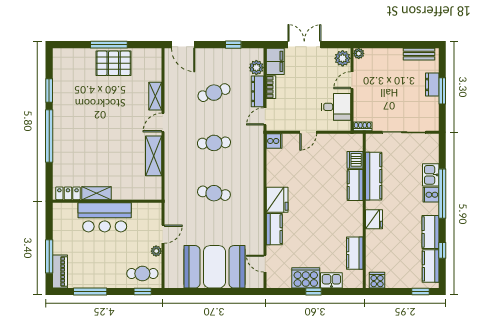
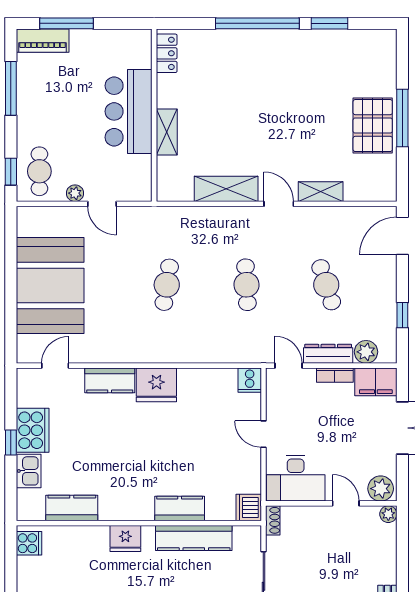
desk: (336, 107) -> (296, 478), width x1.37
dishwasher: (355, 160) -> (249, 507), moved, turned -90
shelving: (97, 193) -> (167, 132), moved

